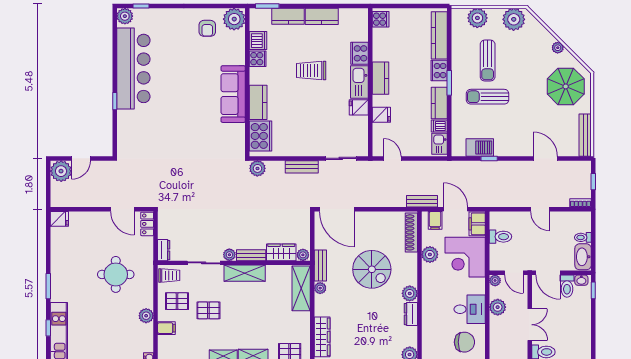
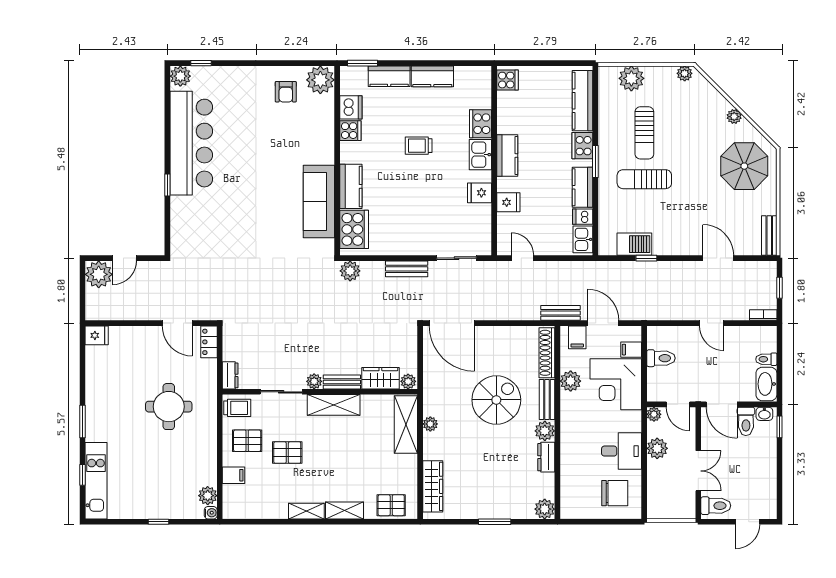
plant: (514, 19) -> (685, 73), width x0.53, depth x0.53
trolley: (311, 70) -> (419, 146), width x0.73, depth x0.72
kitchen sink: (359, 82) -> (480, 155), width x0.73
sofa: (233, 94) -> (319, 202), moved
bench: (585, 135) -> (769, 236), width x0.73
filing cabinet: (477, 224) -> (631, 350), width x0.50
bench: (320, 265) -> (547, 399), moved
spiral stairs: (372, 269) -> (496, 400), turned -90
plant: (146, 316) -> (208, 496), moved

